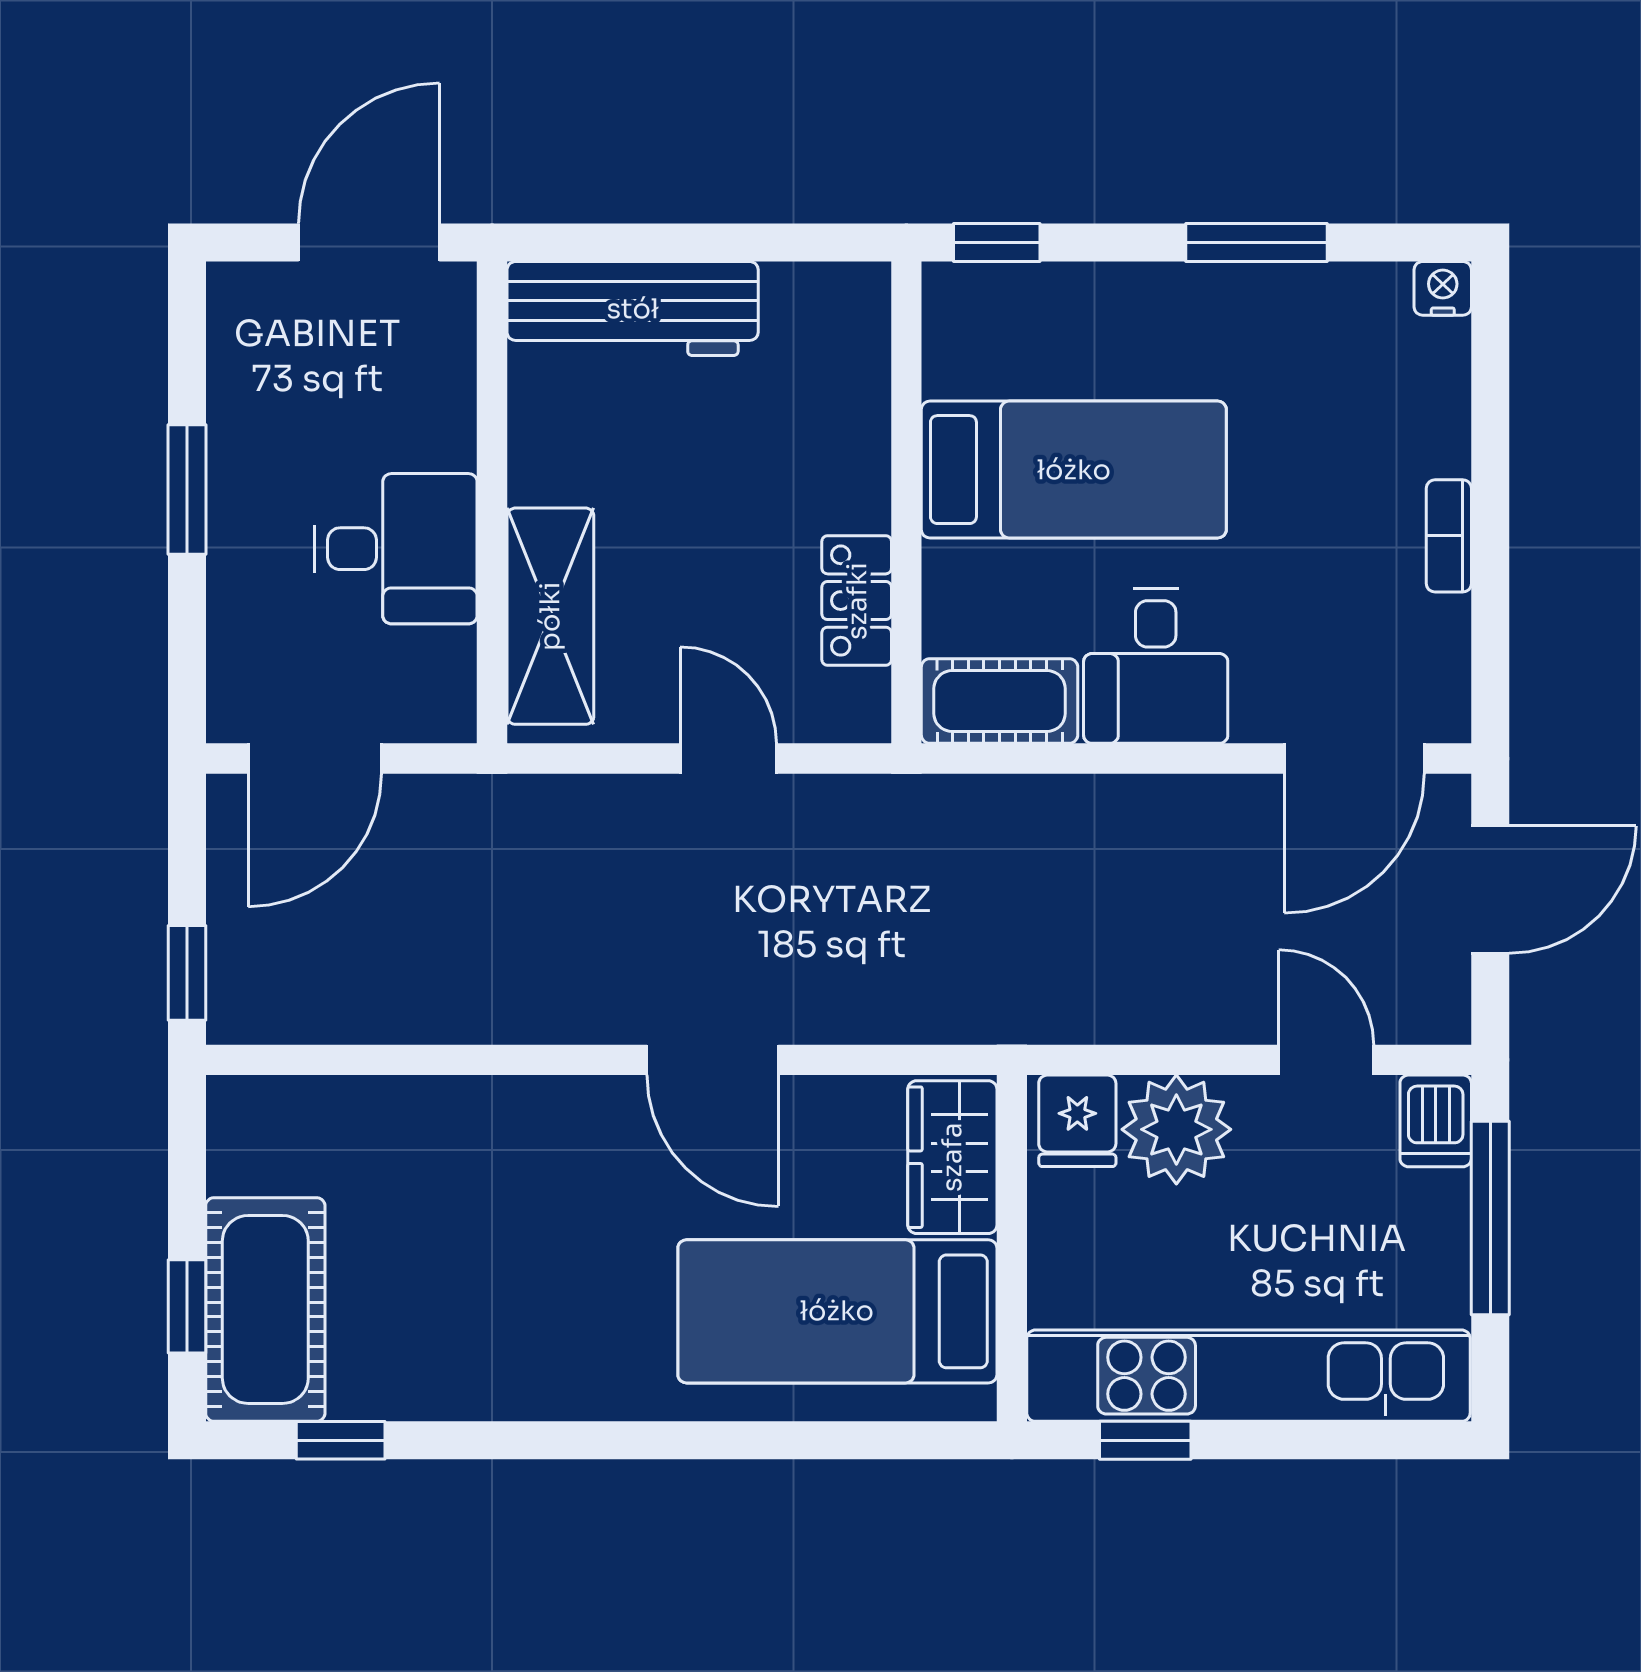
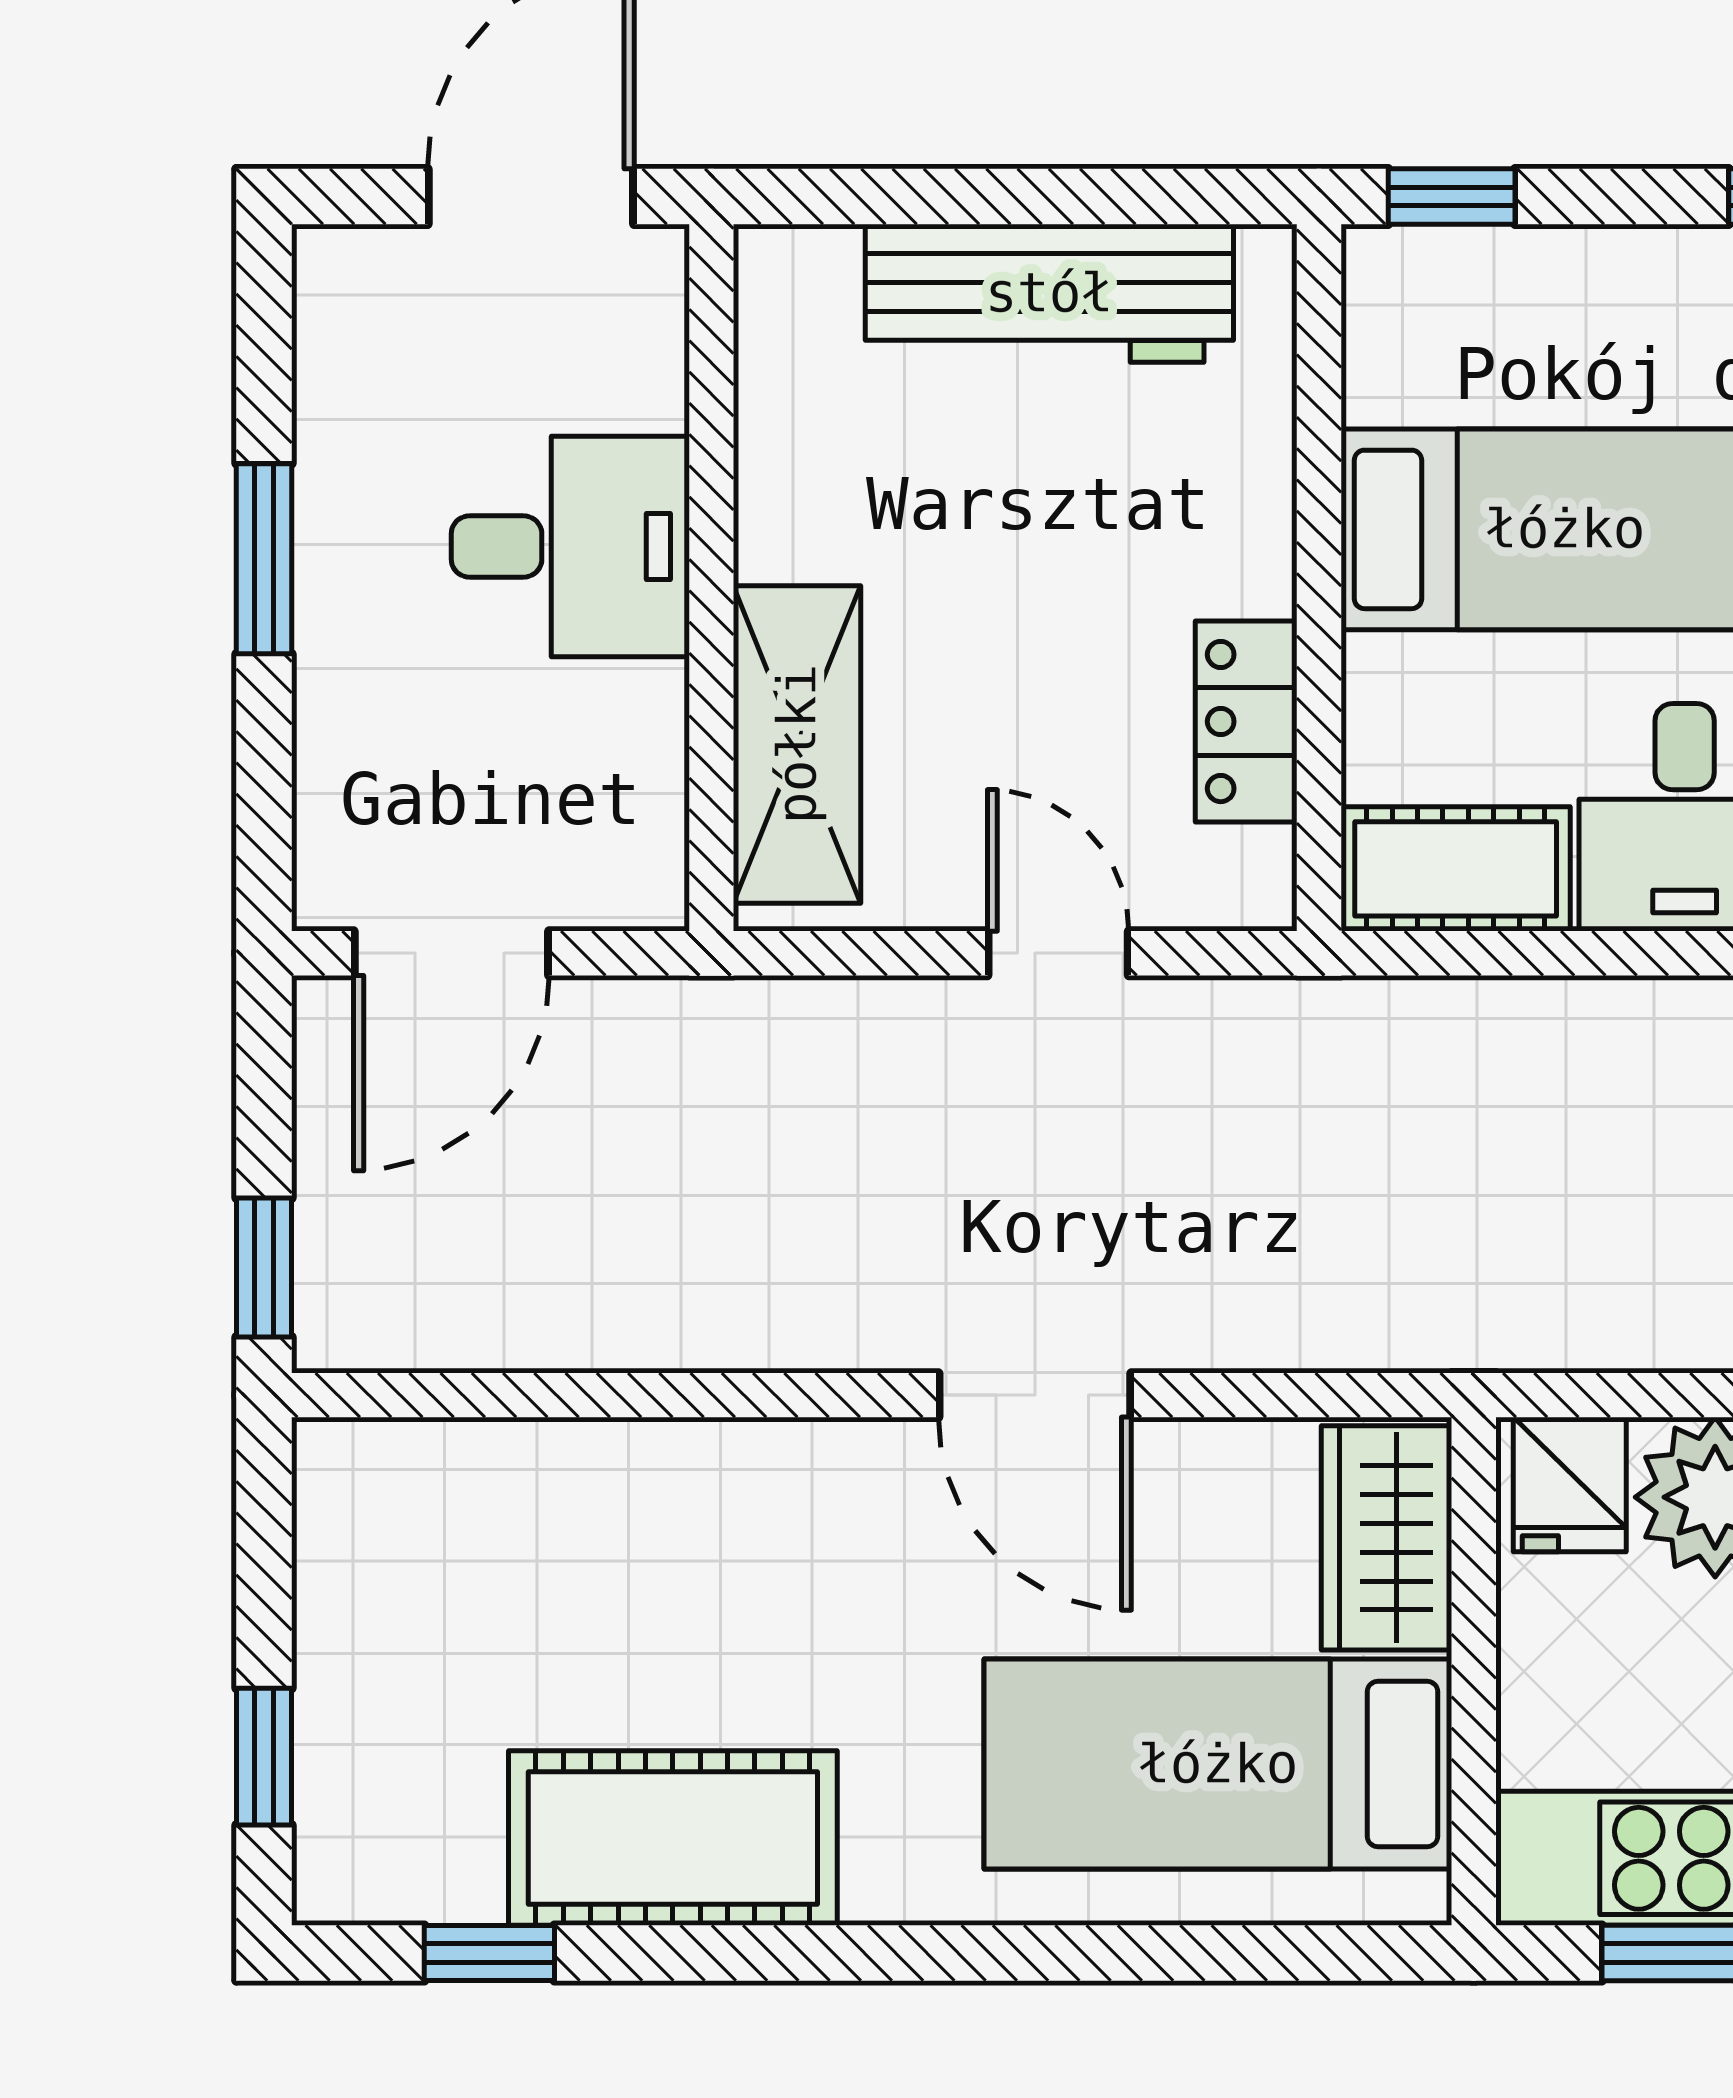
workbench: (633, 309) -> (1049, 293), moved
desk: (396, 549) -> (570, 547), moved
cot: (265, 1309) -> (673, 1838), moved, turned 90

